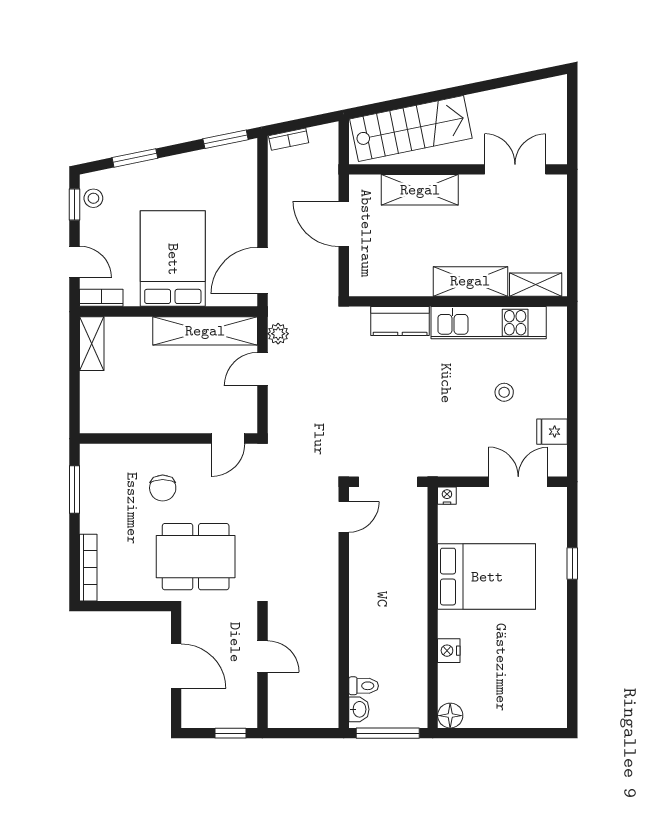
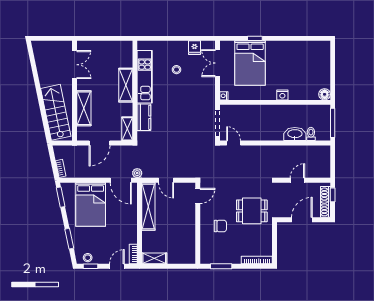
double door: (515, 169) -> (74, 65), swing flipped
bed: (173, 259) -> (91, 205), moved, turned -90
shelving: (536, 285) -> (127, 129), moved
plant: (278, 334) -> (137, 173), moved
door: (228, 439) -> (198, 196), hinge flipped
dining table: (196, 557) -> (252, 211), width x0.73
bed: (487, 577) -> (250, 63), moved, turned 180
nightstand: (449, 651) -> (282, 95), moved
washbasin: (359, 709) -> (295, 134), moved, width x1.91, depth x1.45
shoe rack: (215, 718) -> (325, 202), added

